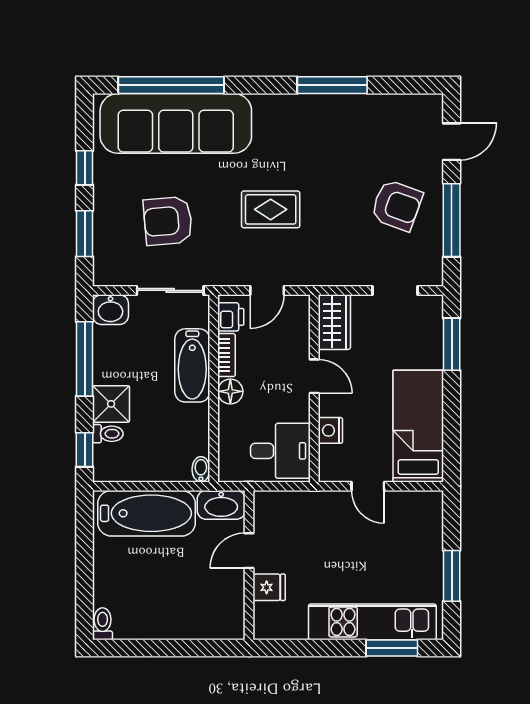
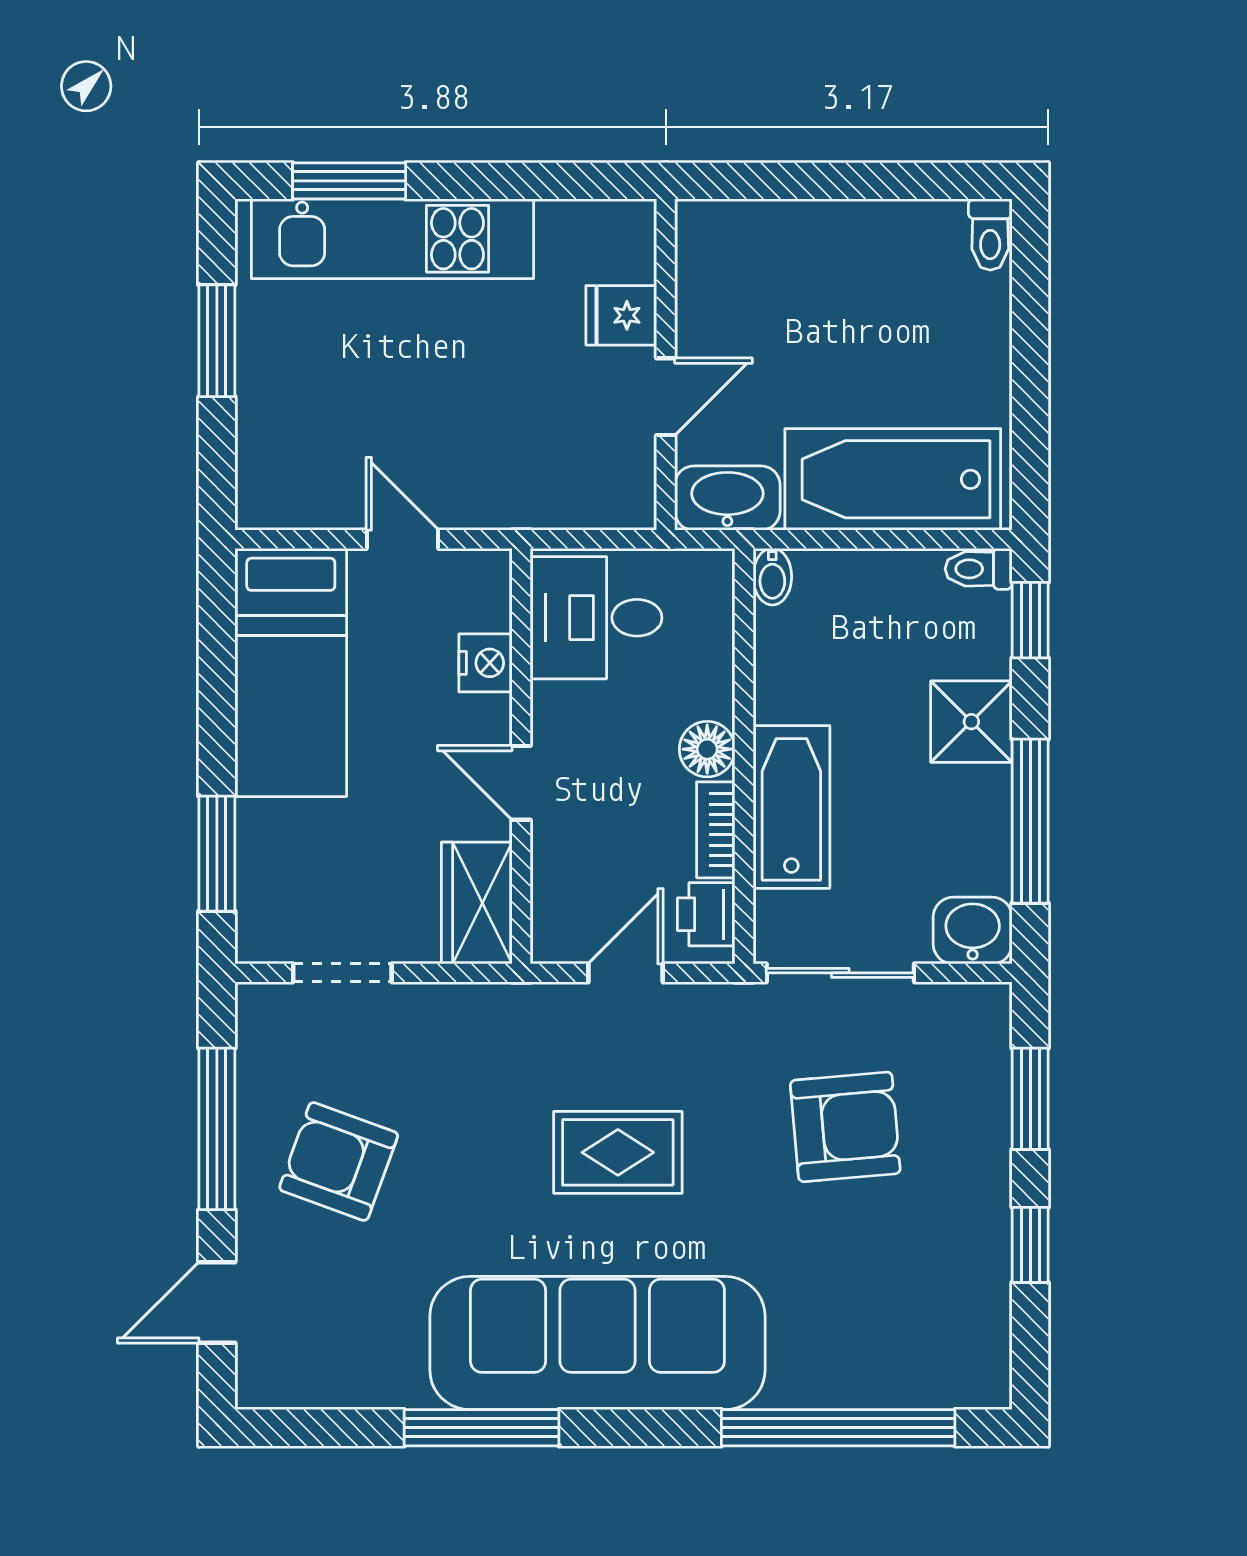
sofa: (176, 123) -> (597, 1343), moved
toilet: (108, 434) -> (979, 569), moved

